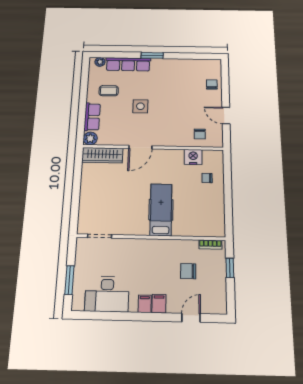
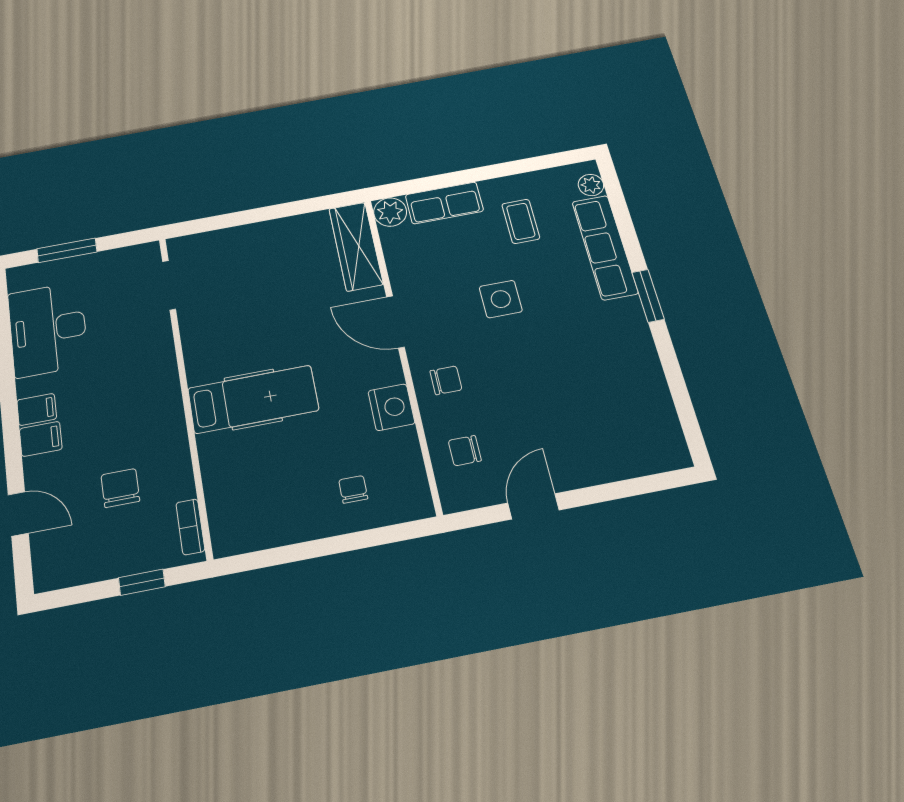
chair: (212, 84) -> (446, 380), moved
nightstand: (193, 157) -> (391, 407), moved

